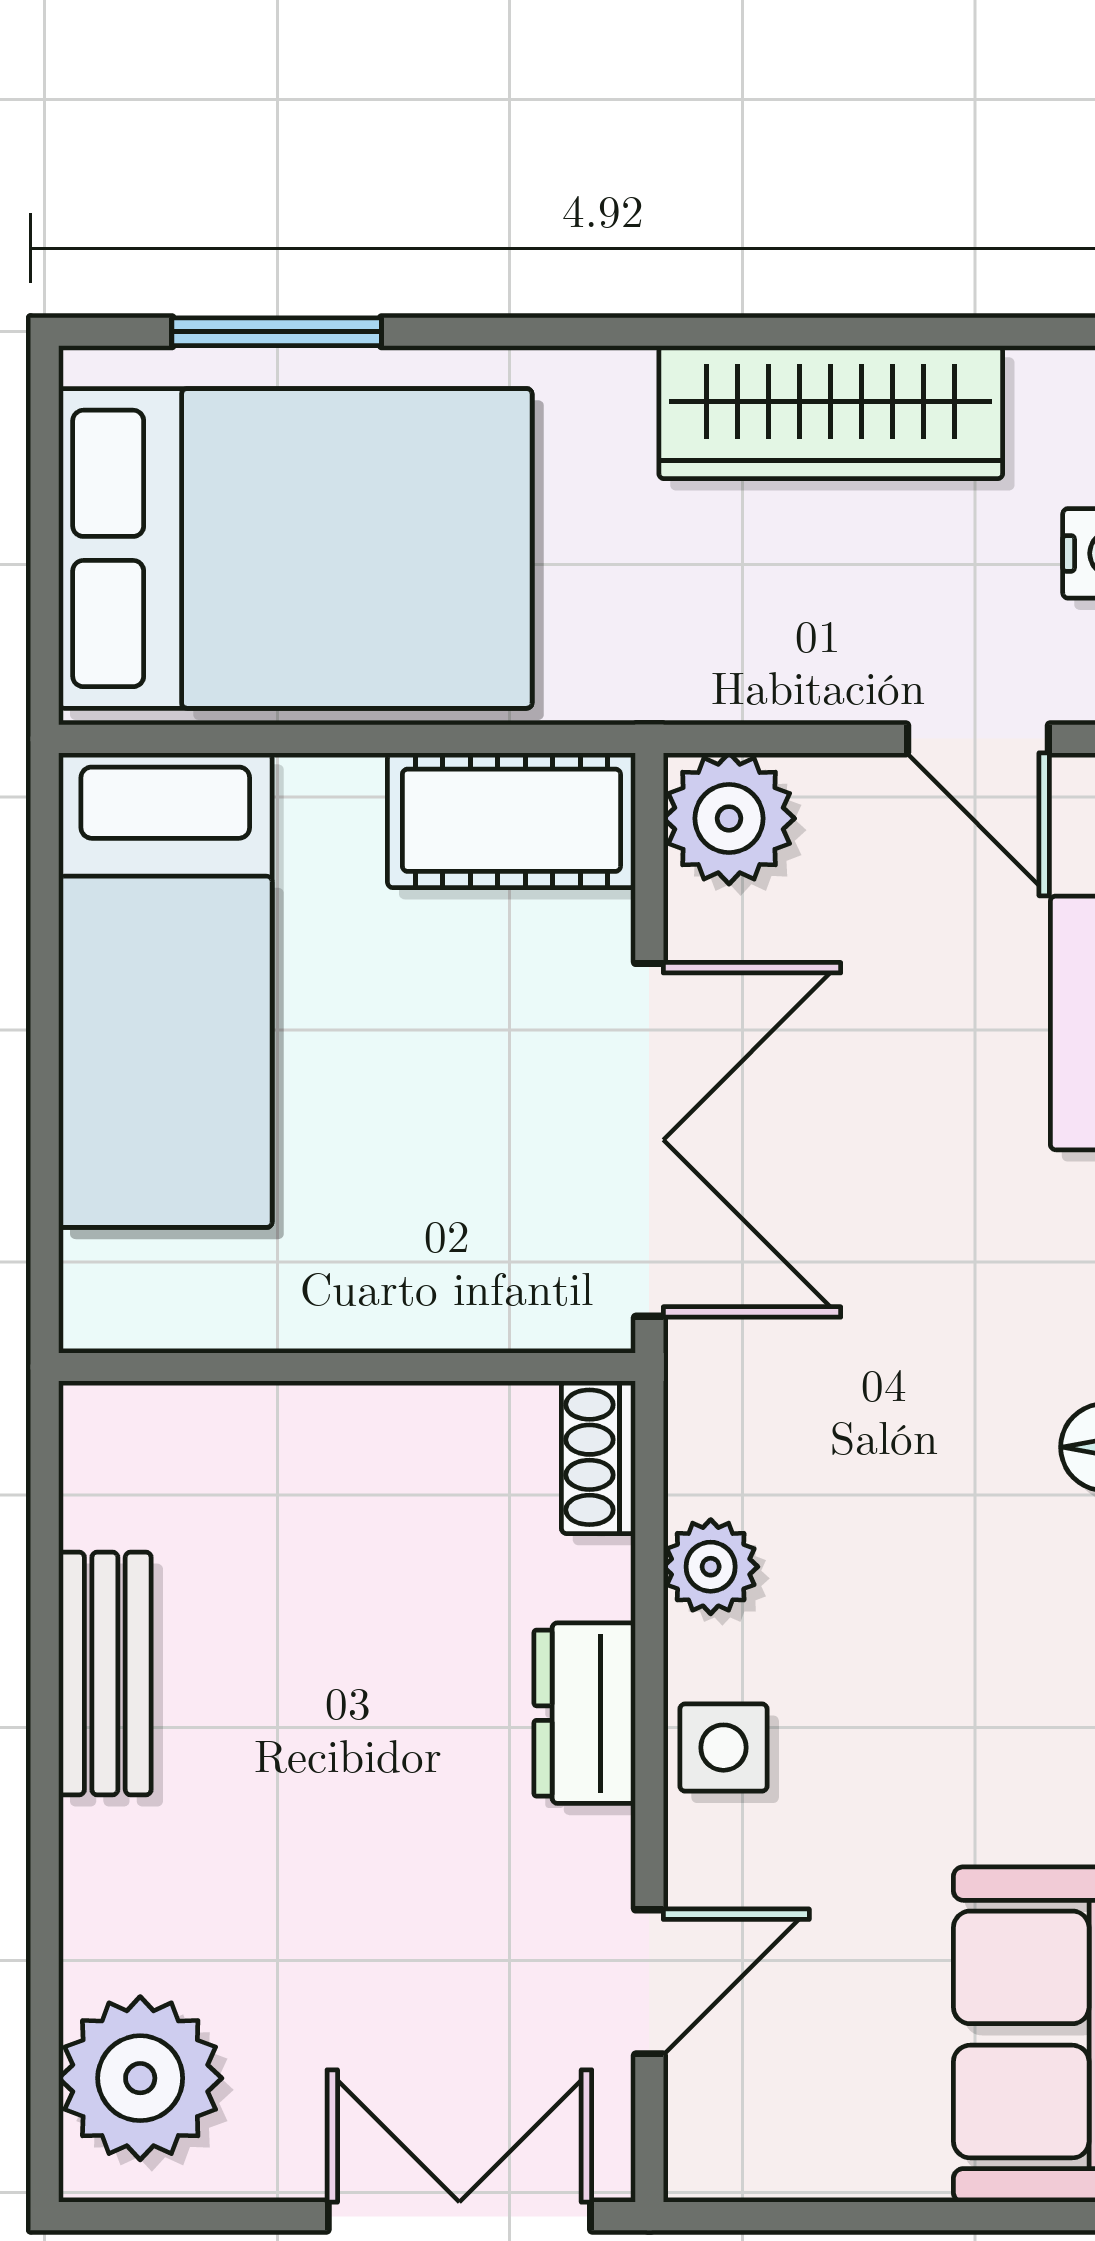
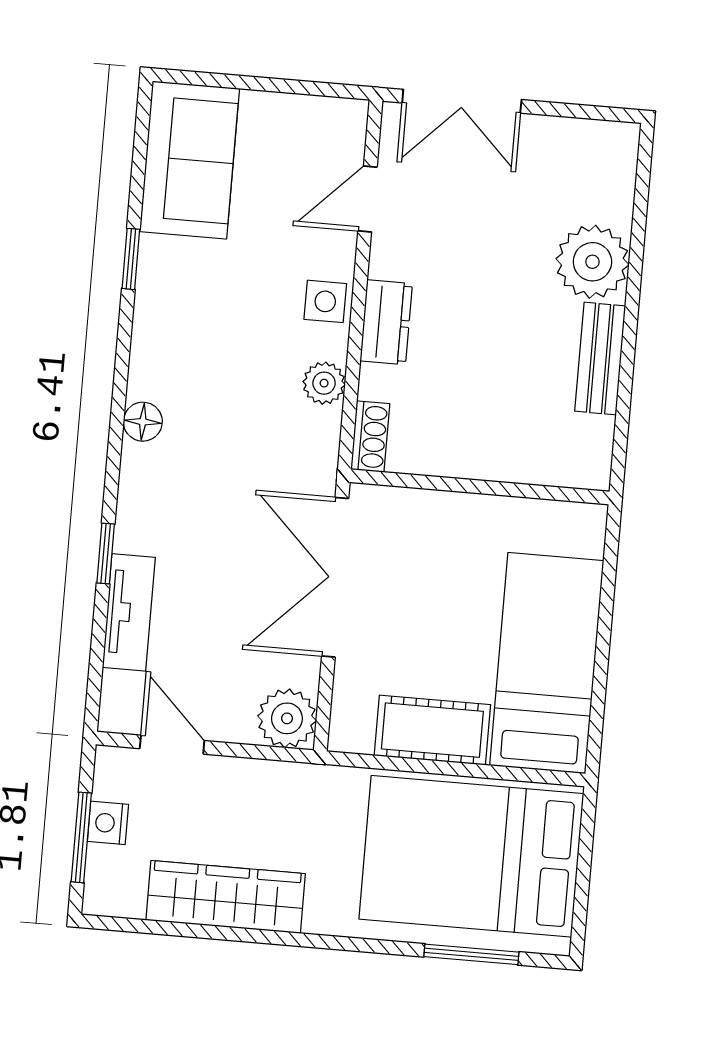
cot: (511, 820) -> (432, 730), moved
plant: (140, 2078) -> (592, 262), moved

